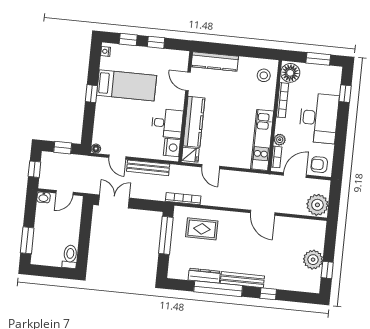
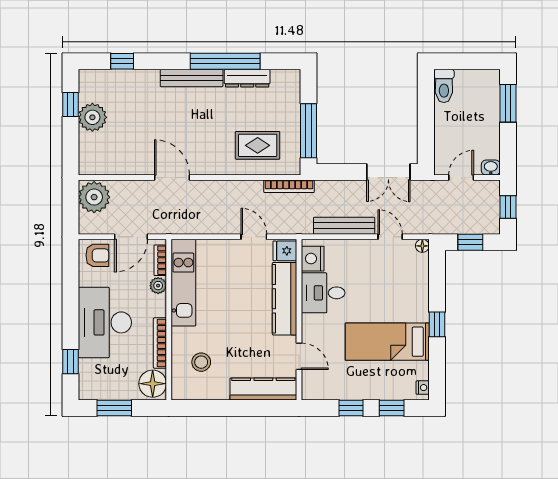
stool: (264, 75) -> (201, 362), moved
window: (268, 294) -> (122, 61), moved

